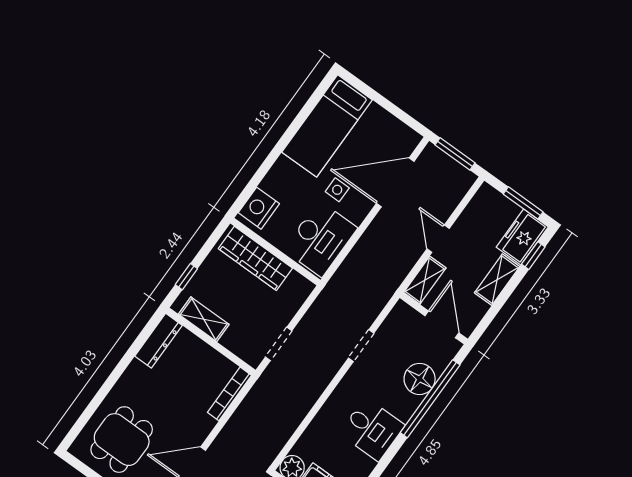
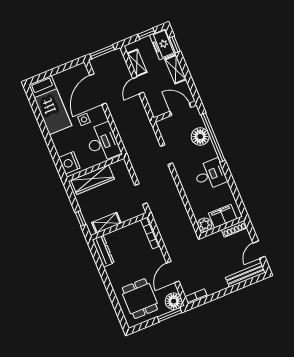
window: (523, 203) -> (146, 34), width x0.67
door: (438, 239) -> (138, 85), hinge flipped
shelving: (425, 280) -> (137, 63), moved

